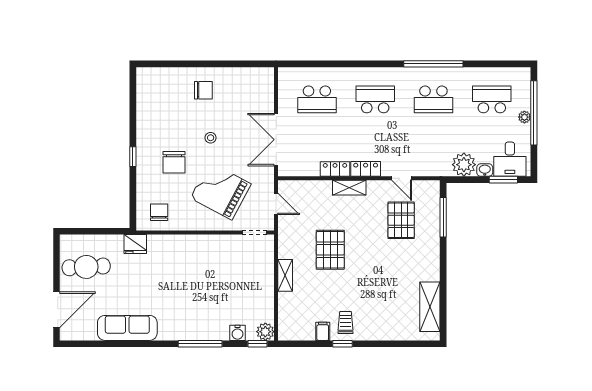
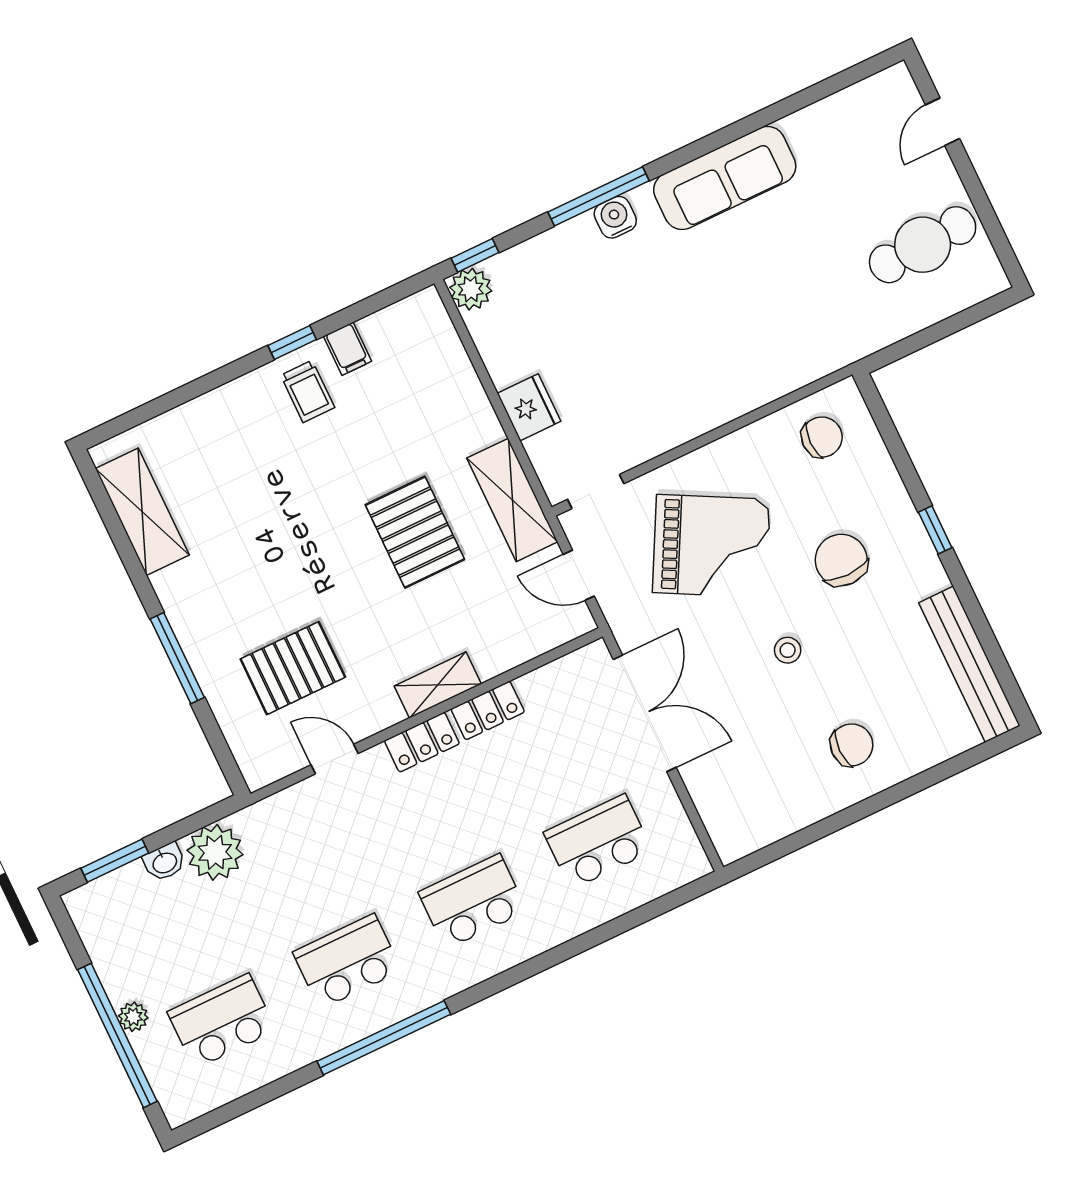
chair: (203, 90) -> (852, 745), turned 180
school desk: (375, 99) -> (473, 901), turned 180
school desk: (492, 99) -> (222, 1021), turned 180
bench: (144, 100) -> (969, 664), added
desk: (510, 159) -> (122, 911), removed
chair: (159, 212) -> (822, 437), turned -90
window: (443, 217) -> (177, 658), moved
pallet: (401, 220) -> (293, 668), turned 90
fridge: (135, 244) -> (529, 407), moved, turned 90
shelving: (285, 275) -> (512, 500), moved, width x1.50, depth x1.33
door: (56, 310) -> (942, 122), width x0.53
sofa: (127, 328) -> (725, 178), moved
water cooler: (237, 333) -> (615, 217), moved

